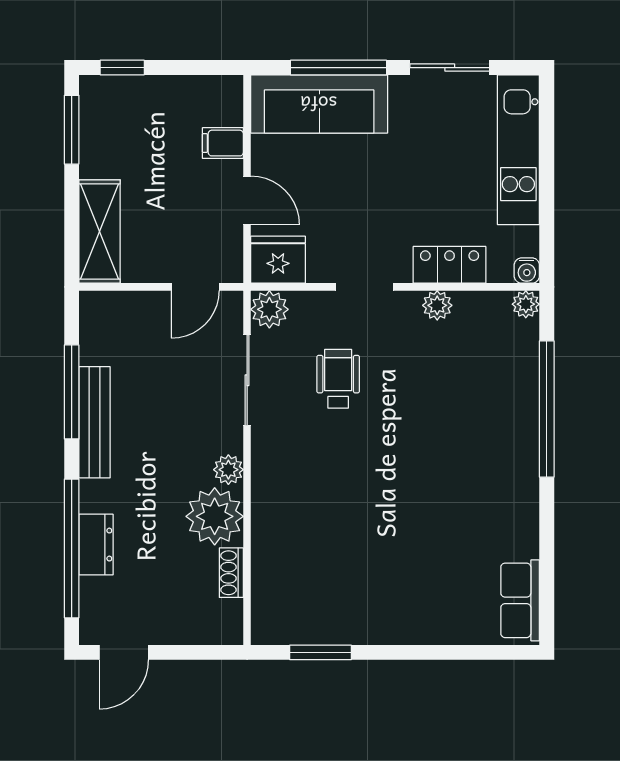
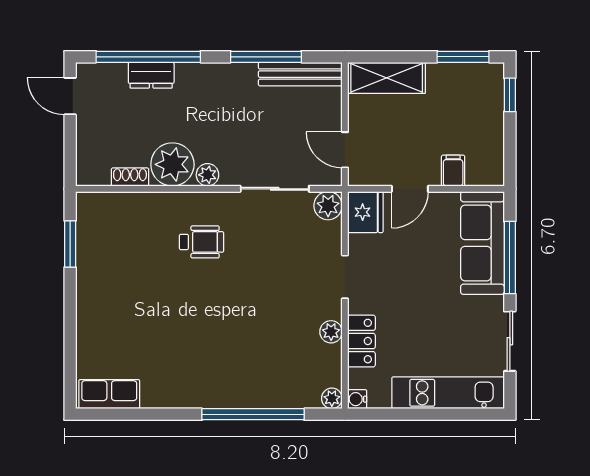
wheelchair: (338, 379) -> (202, 242), moved
bench: (94, 422) -> (300, 74), moved

